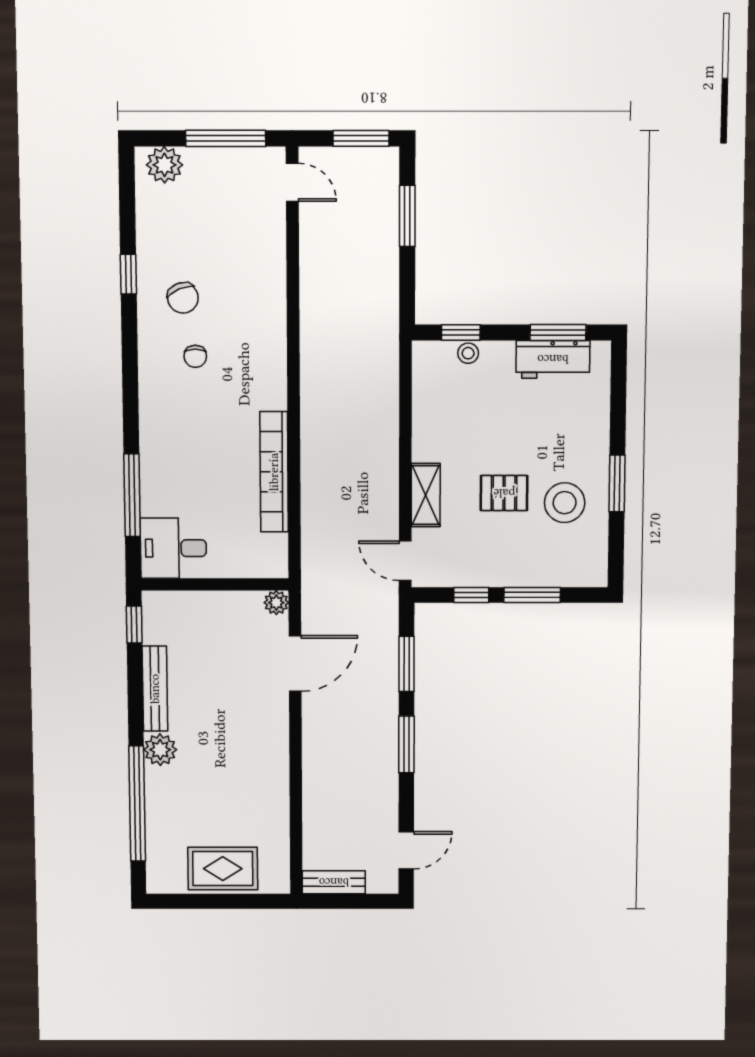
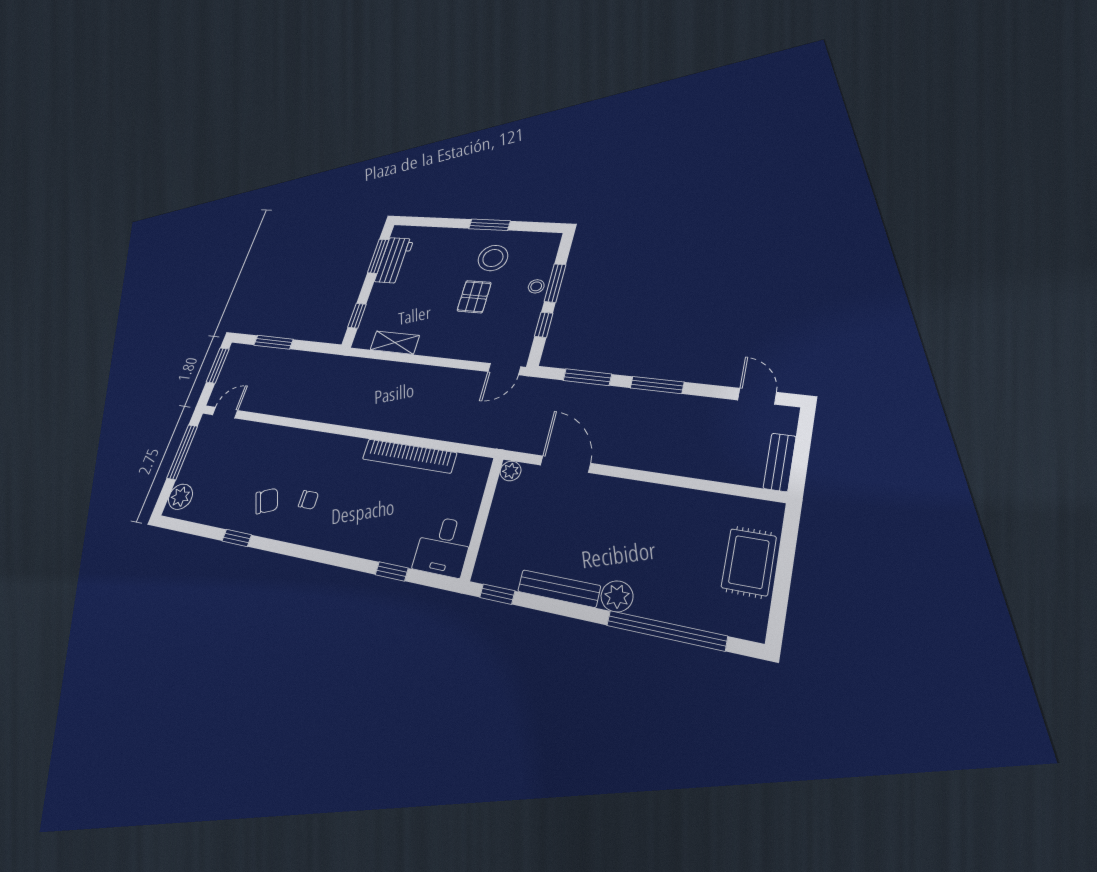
stool: (468, 353) -> (536, 286), moved
window: (132, 495) -> (392, 571), width x0.46
shelving: (426, 495) -> (395, 343), moved

